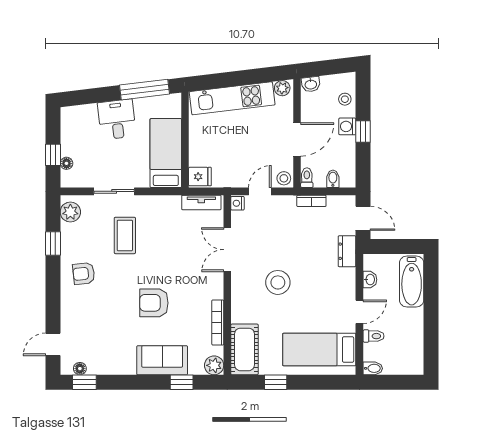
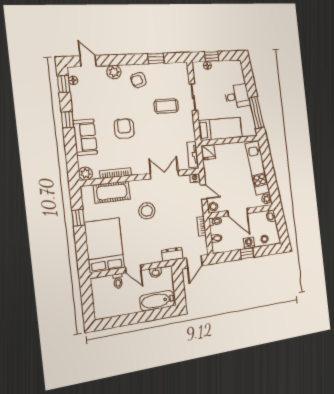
plant: (70, 212) -> (114, 72), moved
armchair: (84, 274) -> (139, 80), turned -99
cot: (244, 349) -> (112, 192), moved
bed: (319, 350) -> (105, 245), width x1.50
bidet: (373, 368) -> (95, 284), removed
window: (182, 382) -> (68, 120), moved

